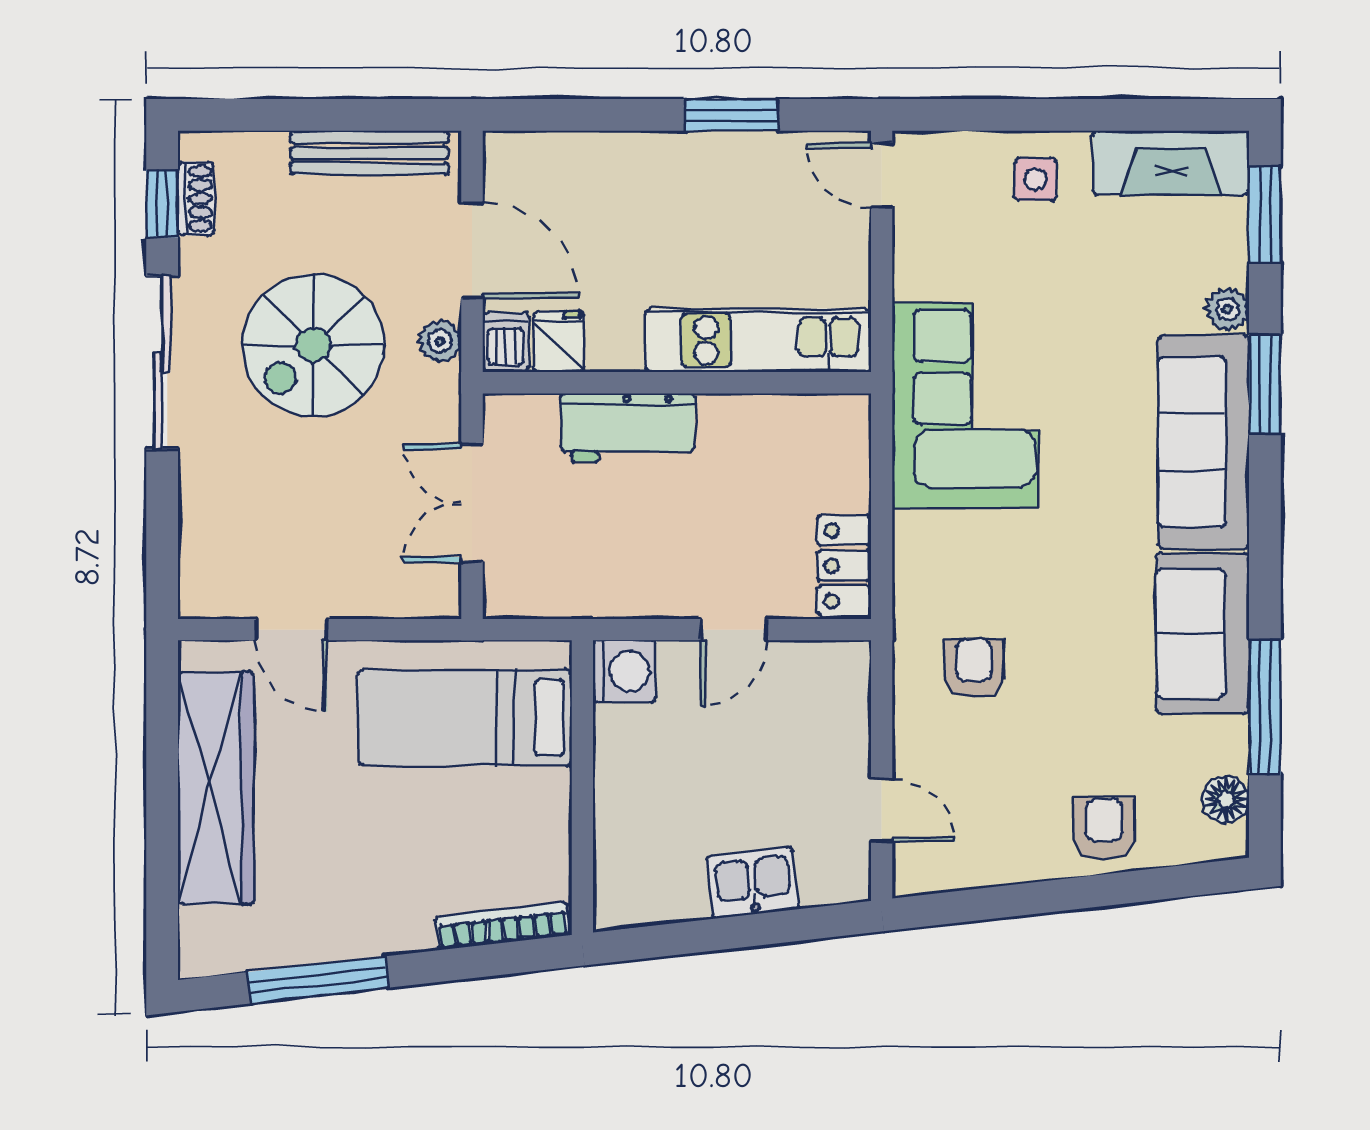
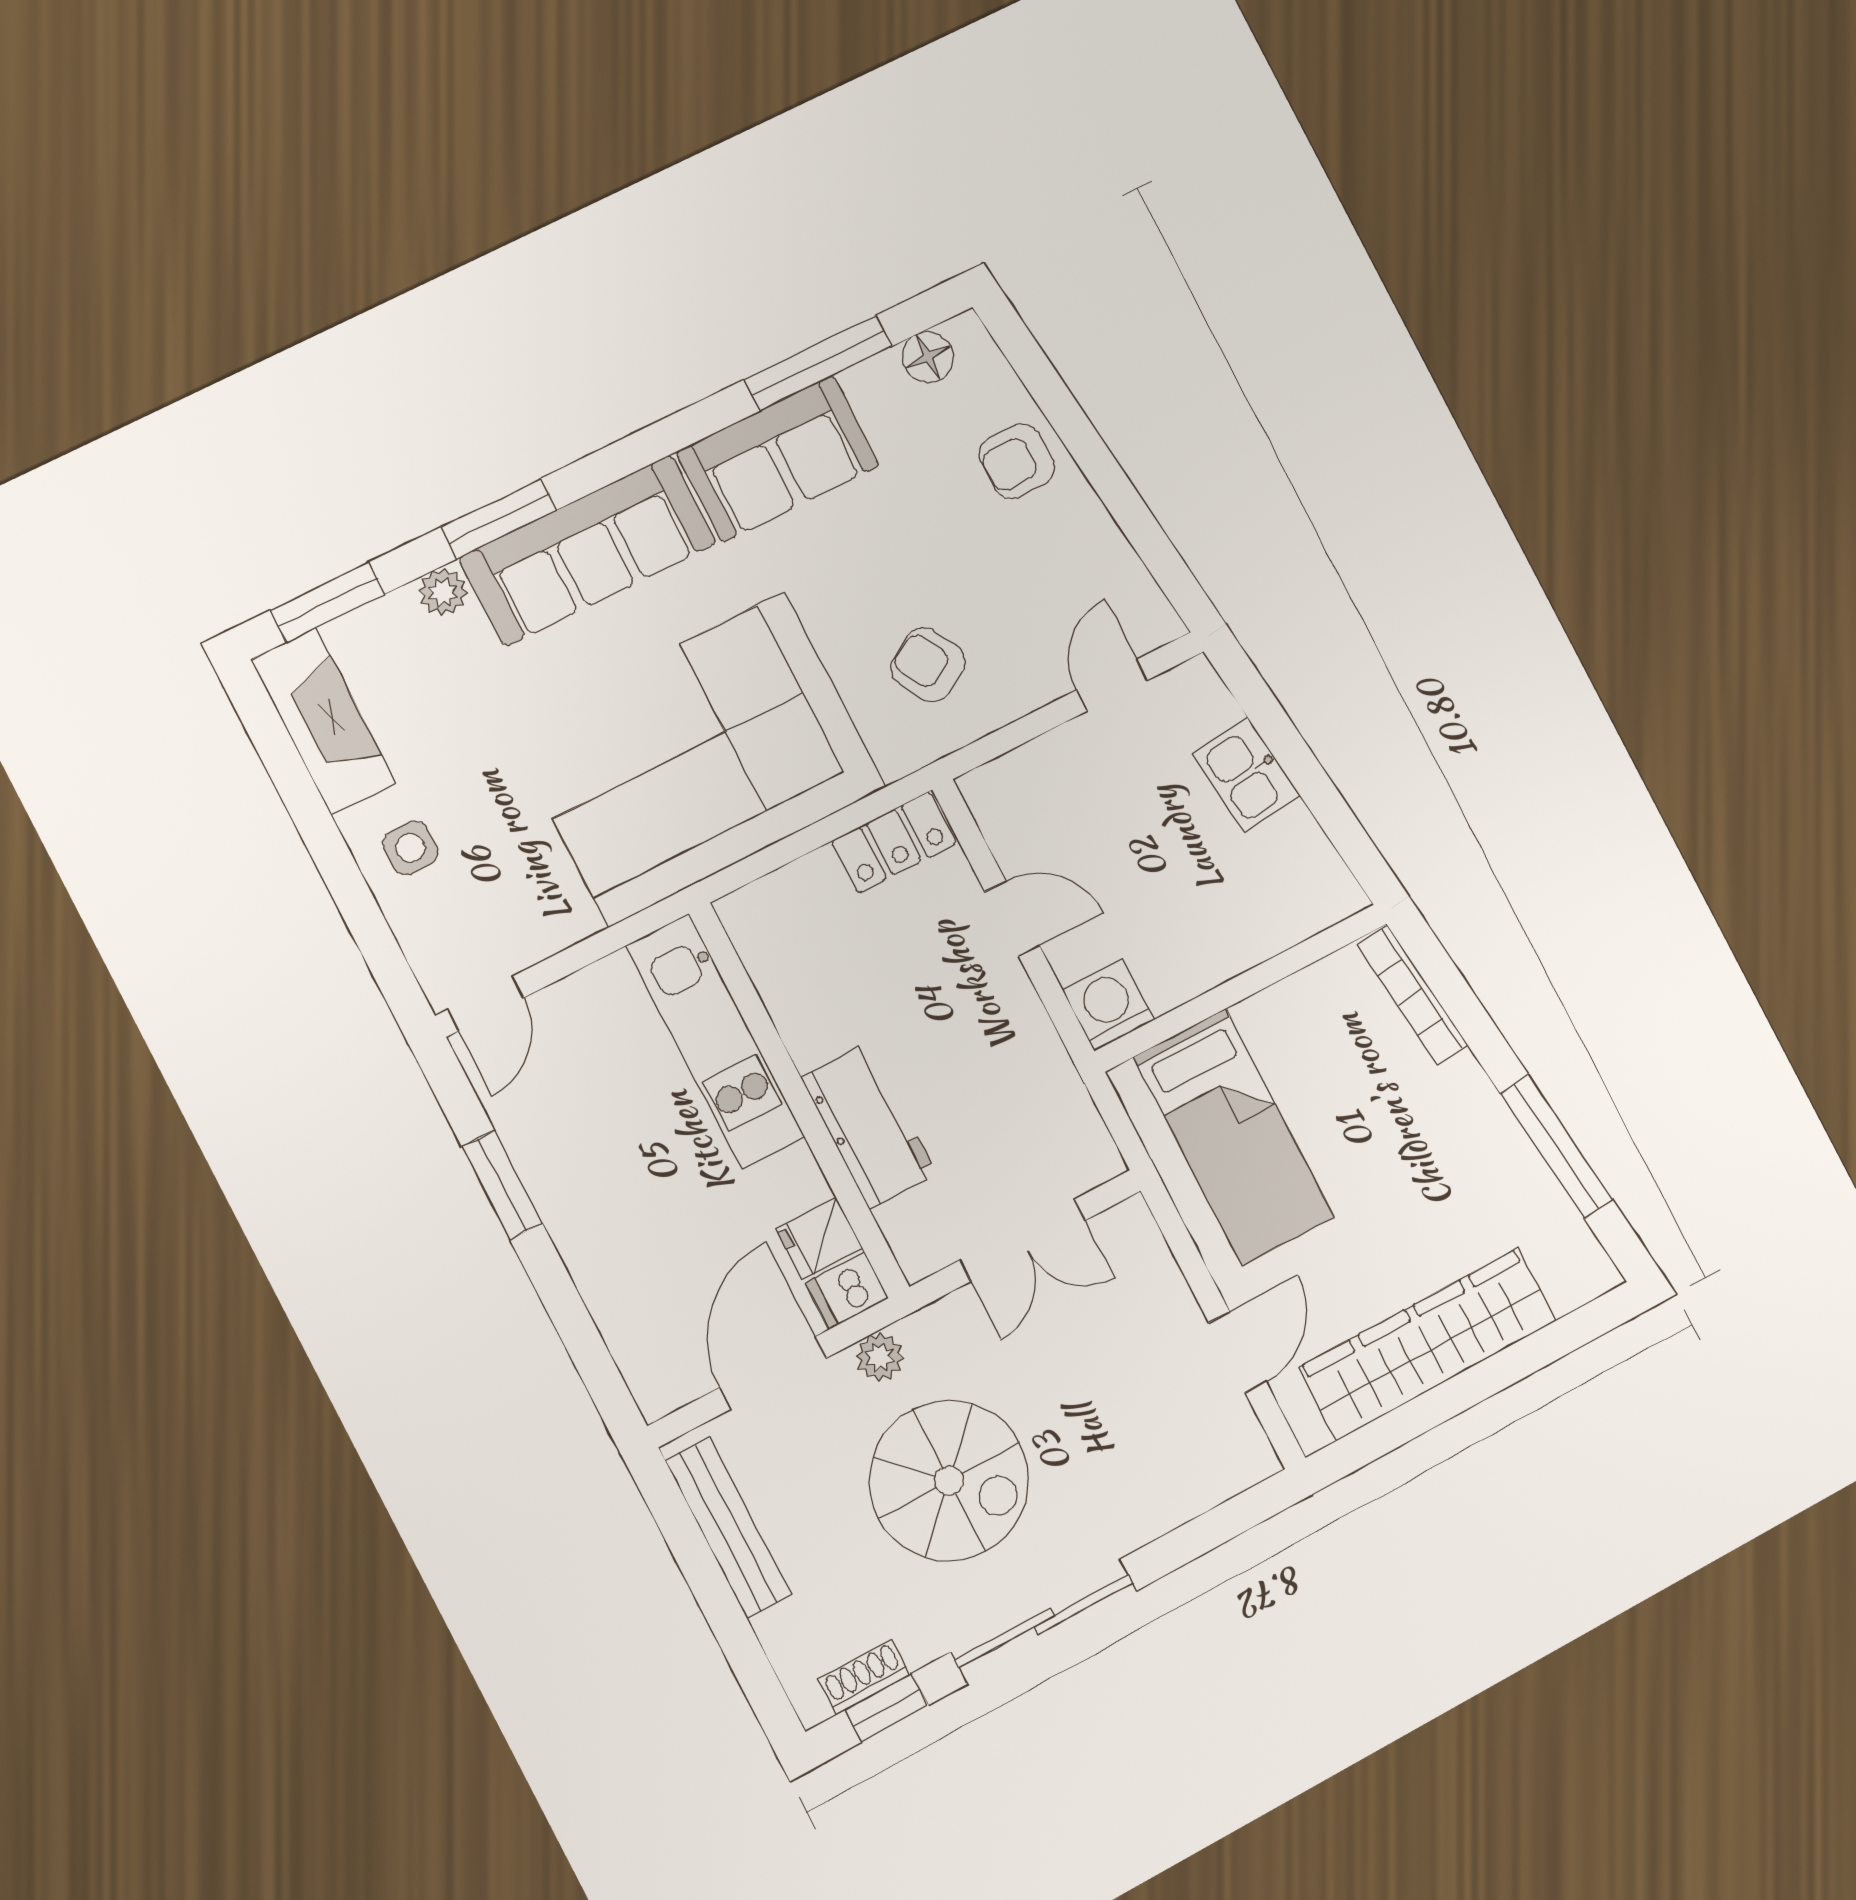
corner sofa: (965, 405) -> (697, 759), width x1.36, depth x1.36
armchair: (974, 668) -> (928, 665), turned 60

